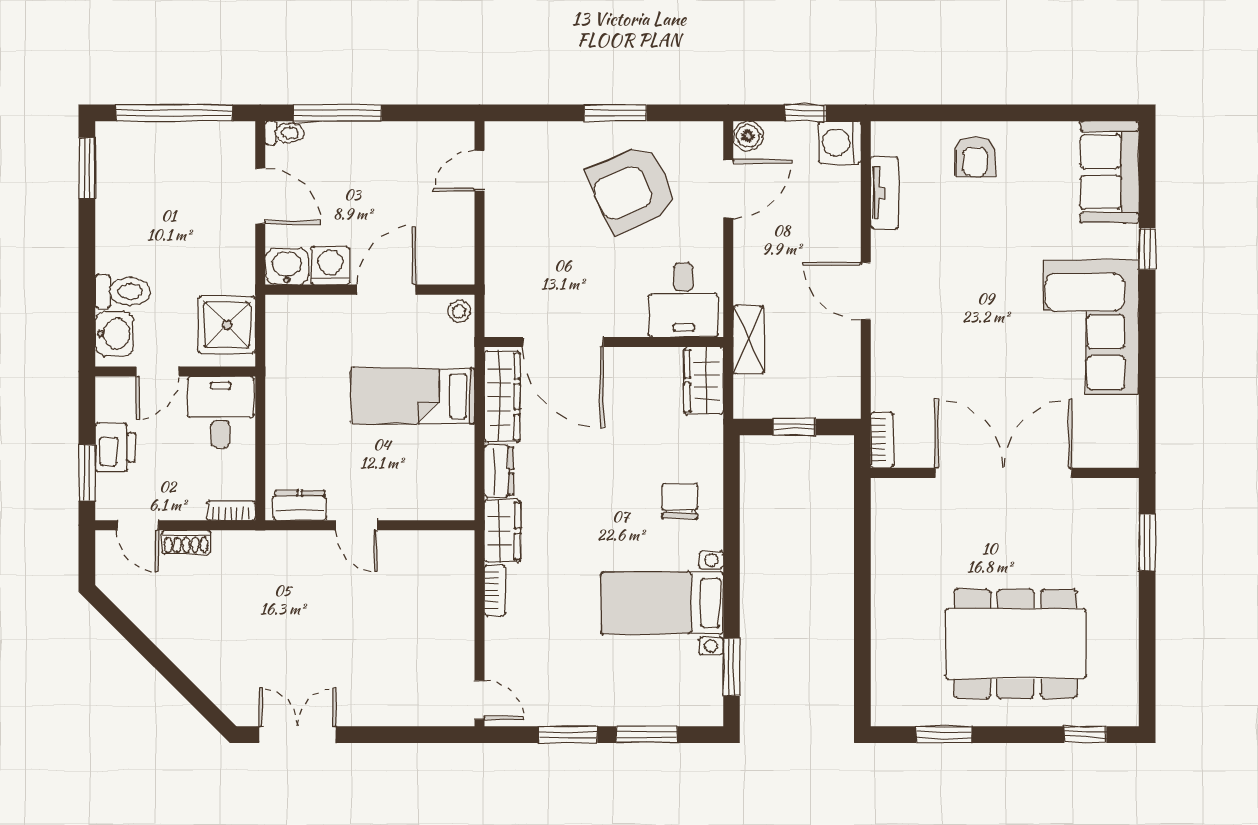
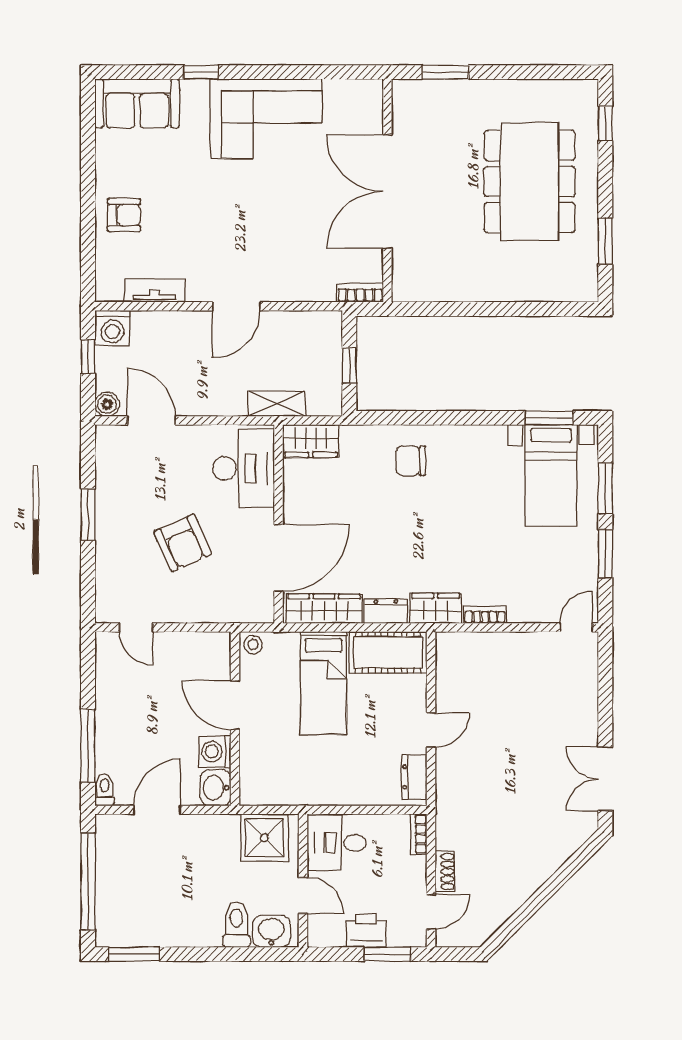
armchair: (632, 189) -> (183, 543), moved, width x0.73, depth x0.73
desk: (684, 300) -> (244, 468), width x1.37
cot: (450, 473) -> (388, 652), added
bed with nightstands: (662, 603) -> (551, 476), moved

